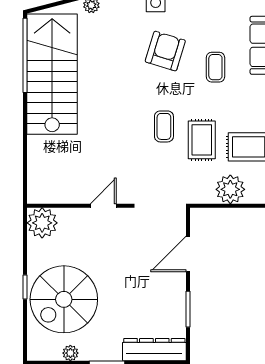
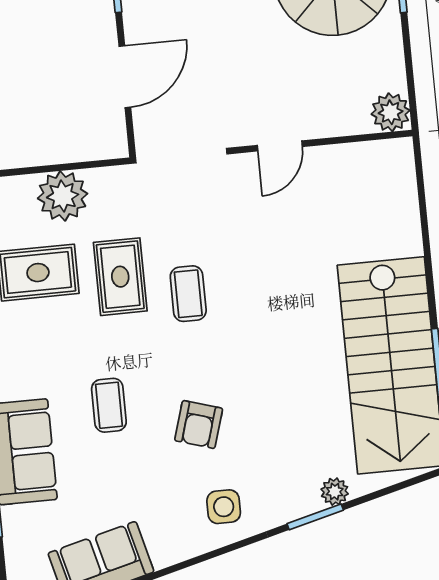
armchair: (165, 51) -> (199, 425), width x0.72, depth x0.72
plant: (42, 223) -> (391, 112), width x0.73, depth x0.73

